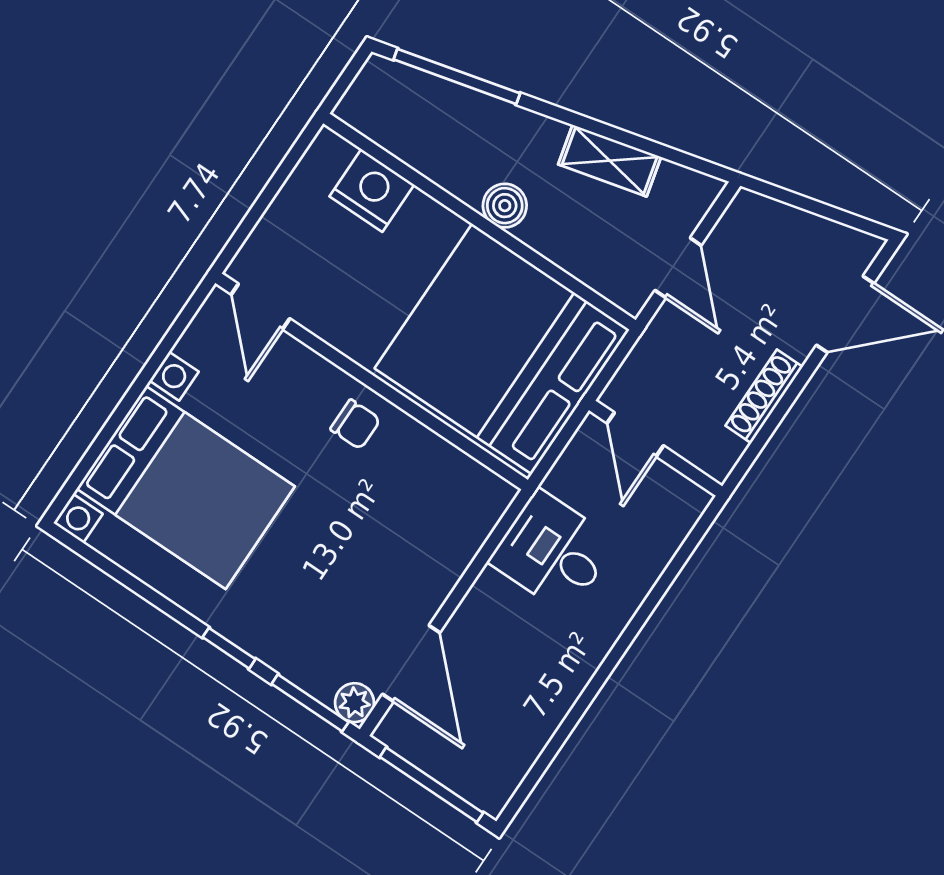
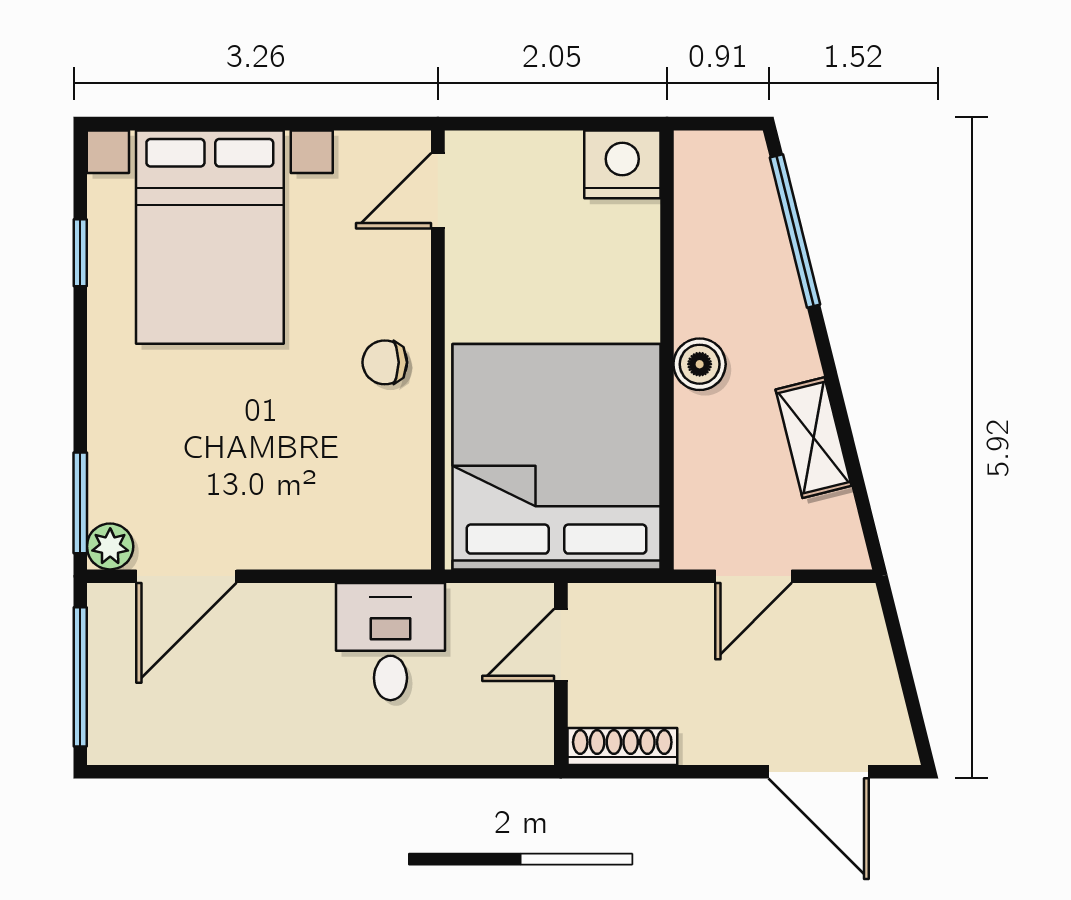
nightstand: (372, 190) -> (622, 164), moved, turned -90
shoe rack: (764, 396) -> (622, 746), moved
chair: (355, 424) -> (385, 362), turned 90
window: (229, 648) -> (80, 253), moved

